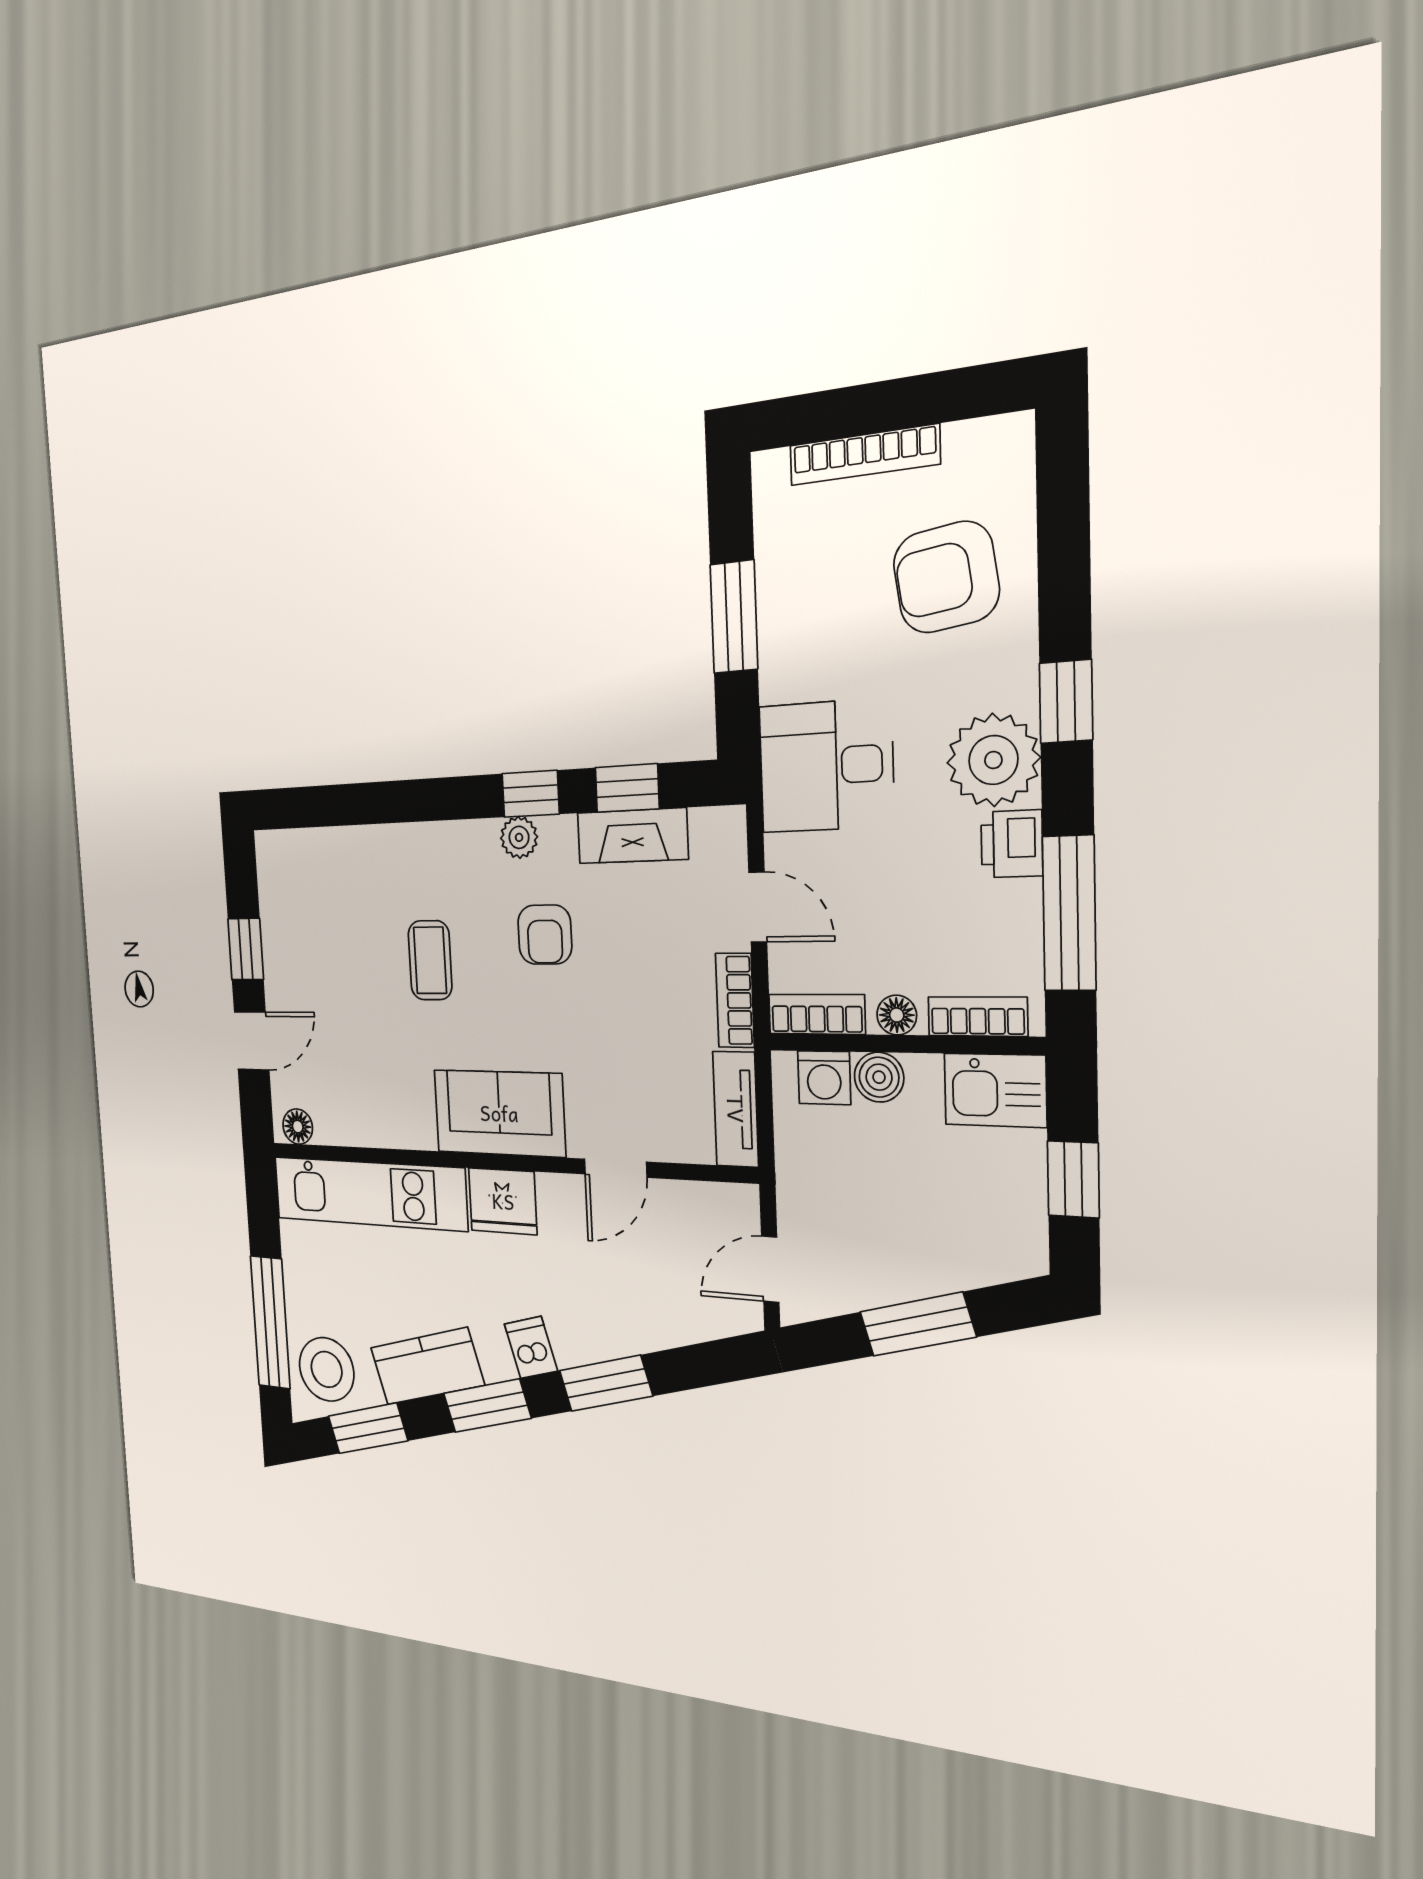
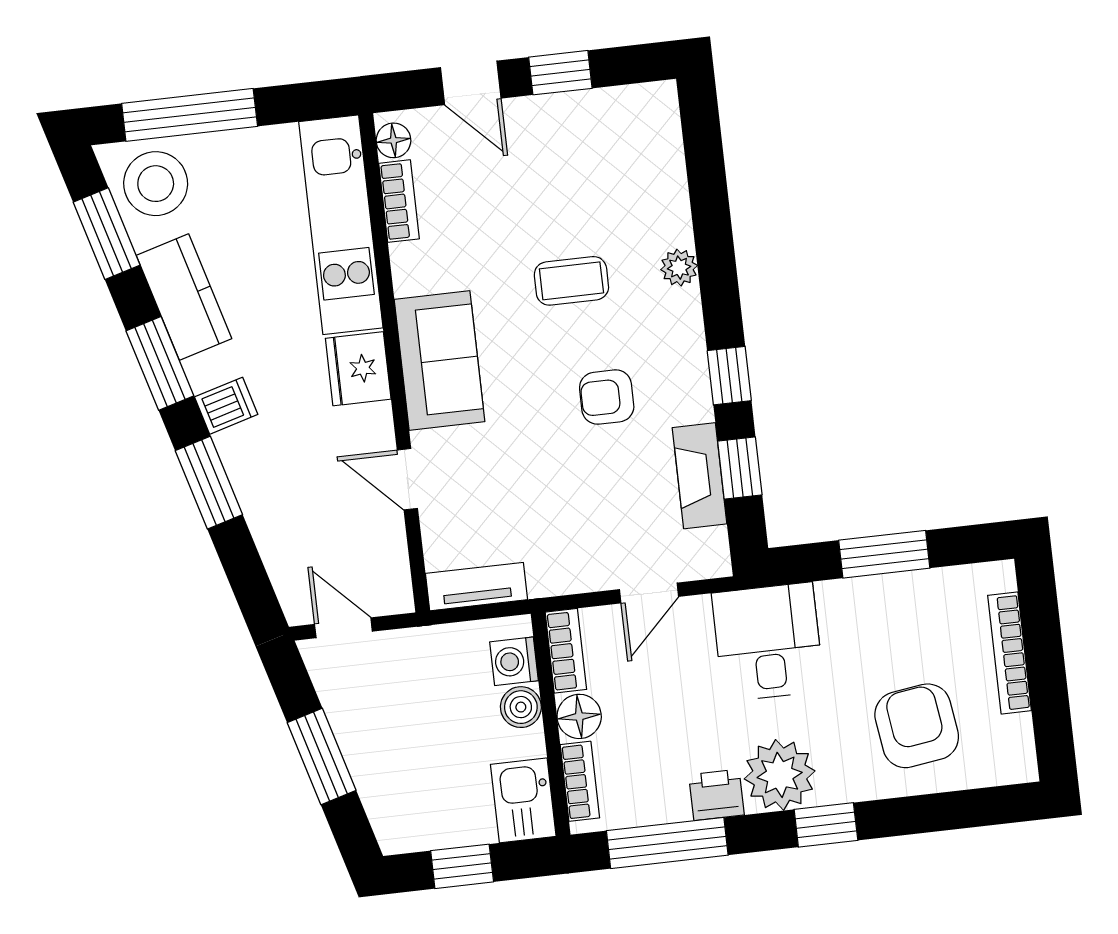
plant: (519, 837) -> (679, 268), moved
bookcase: (735, 1000) -> (399, 201), moved, turned 90
floor lamp: (897, 1015) -> (579, 716), width x1.37, depth x1.37

